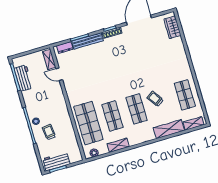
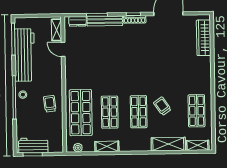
wardrobe: (172, 27) -> (204, 38), width x1.50
workbench: (23, 78) -> (25, 55), width x1.88, depth x1.32
trolley: (49, 132) -> (50, 104), moved

